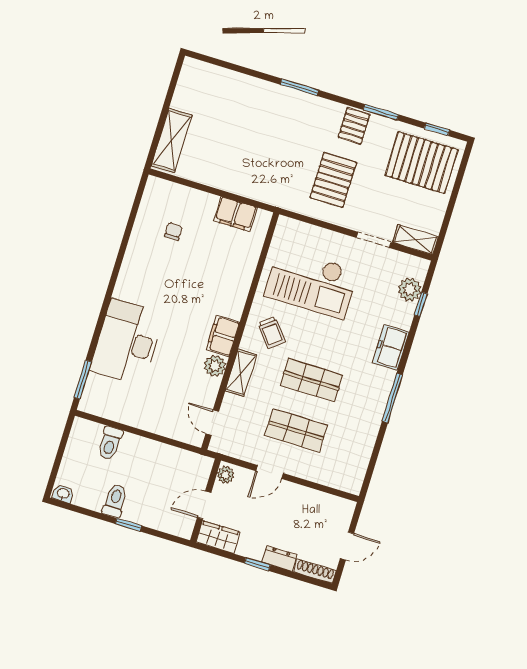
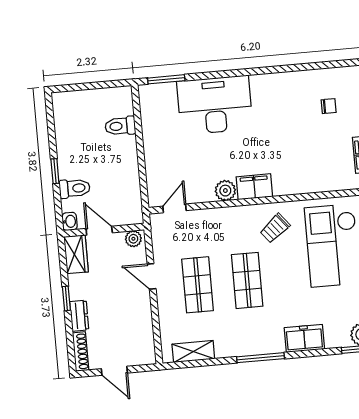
shelving: (241, 373) -> (193, 352), moved
washbasin: (63, 494) -> (70, 221), moved
toilet: (115, 501) -> (75, 188), moved

